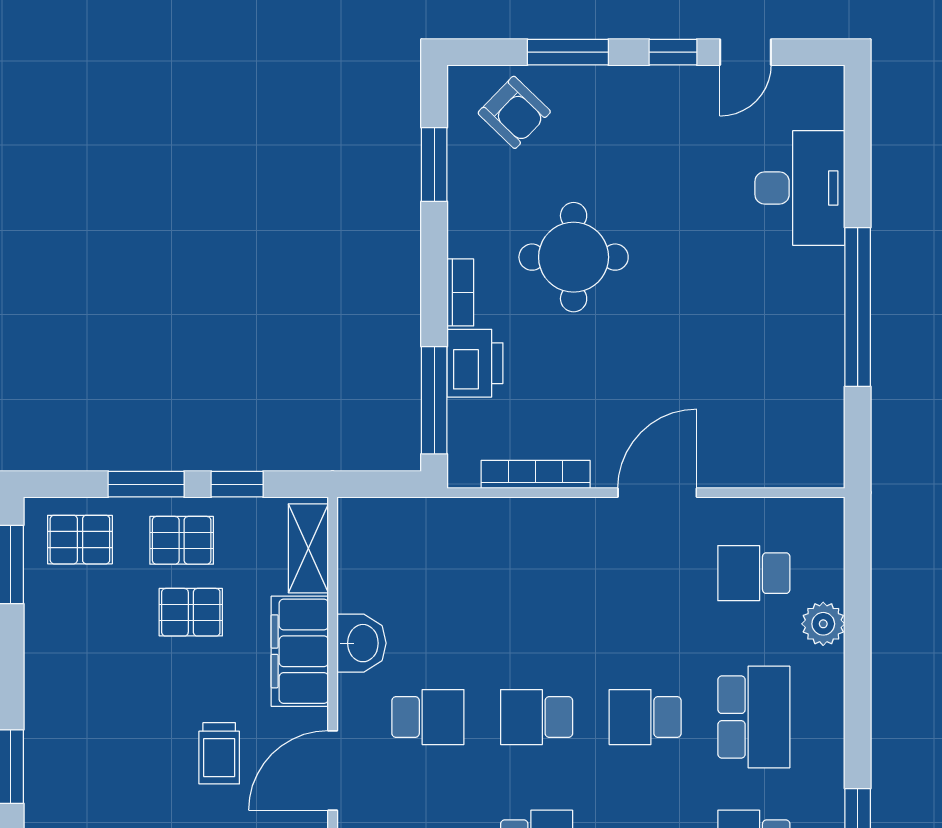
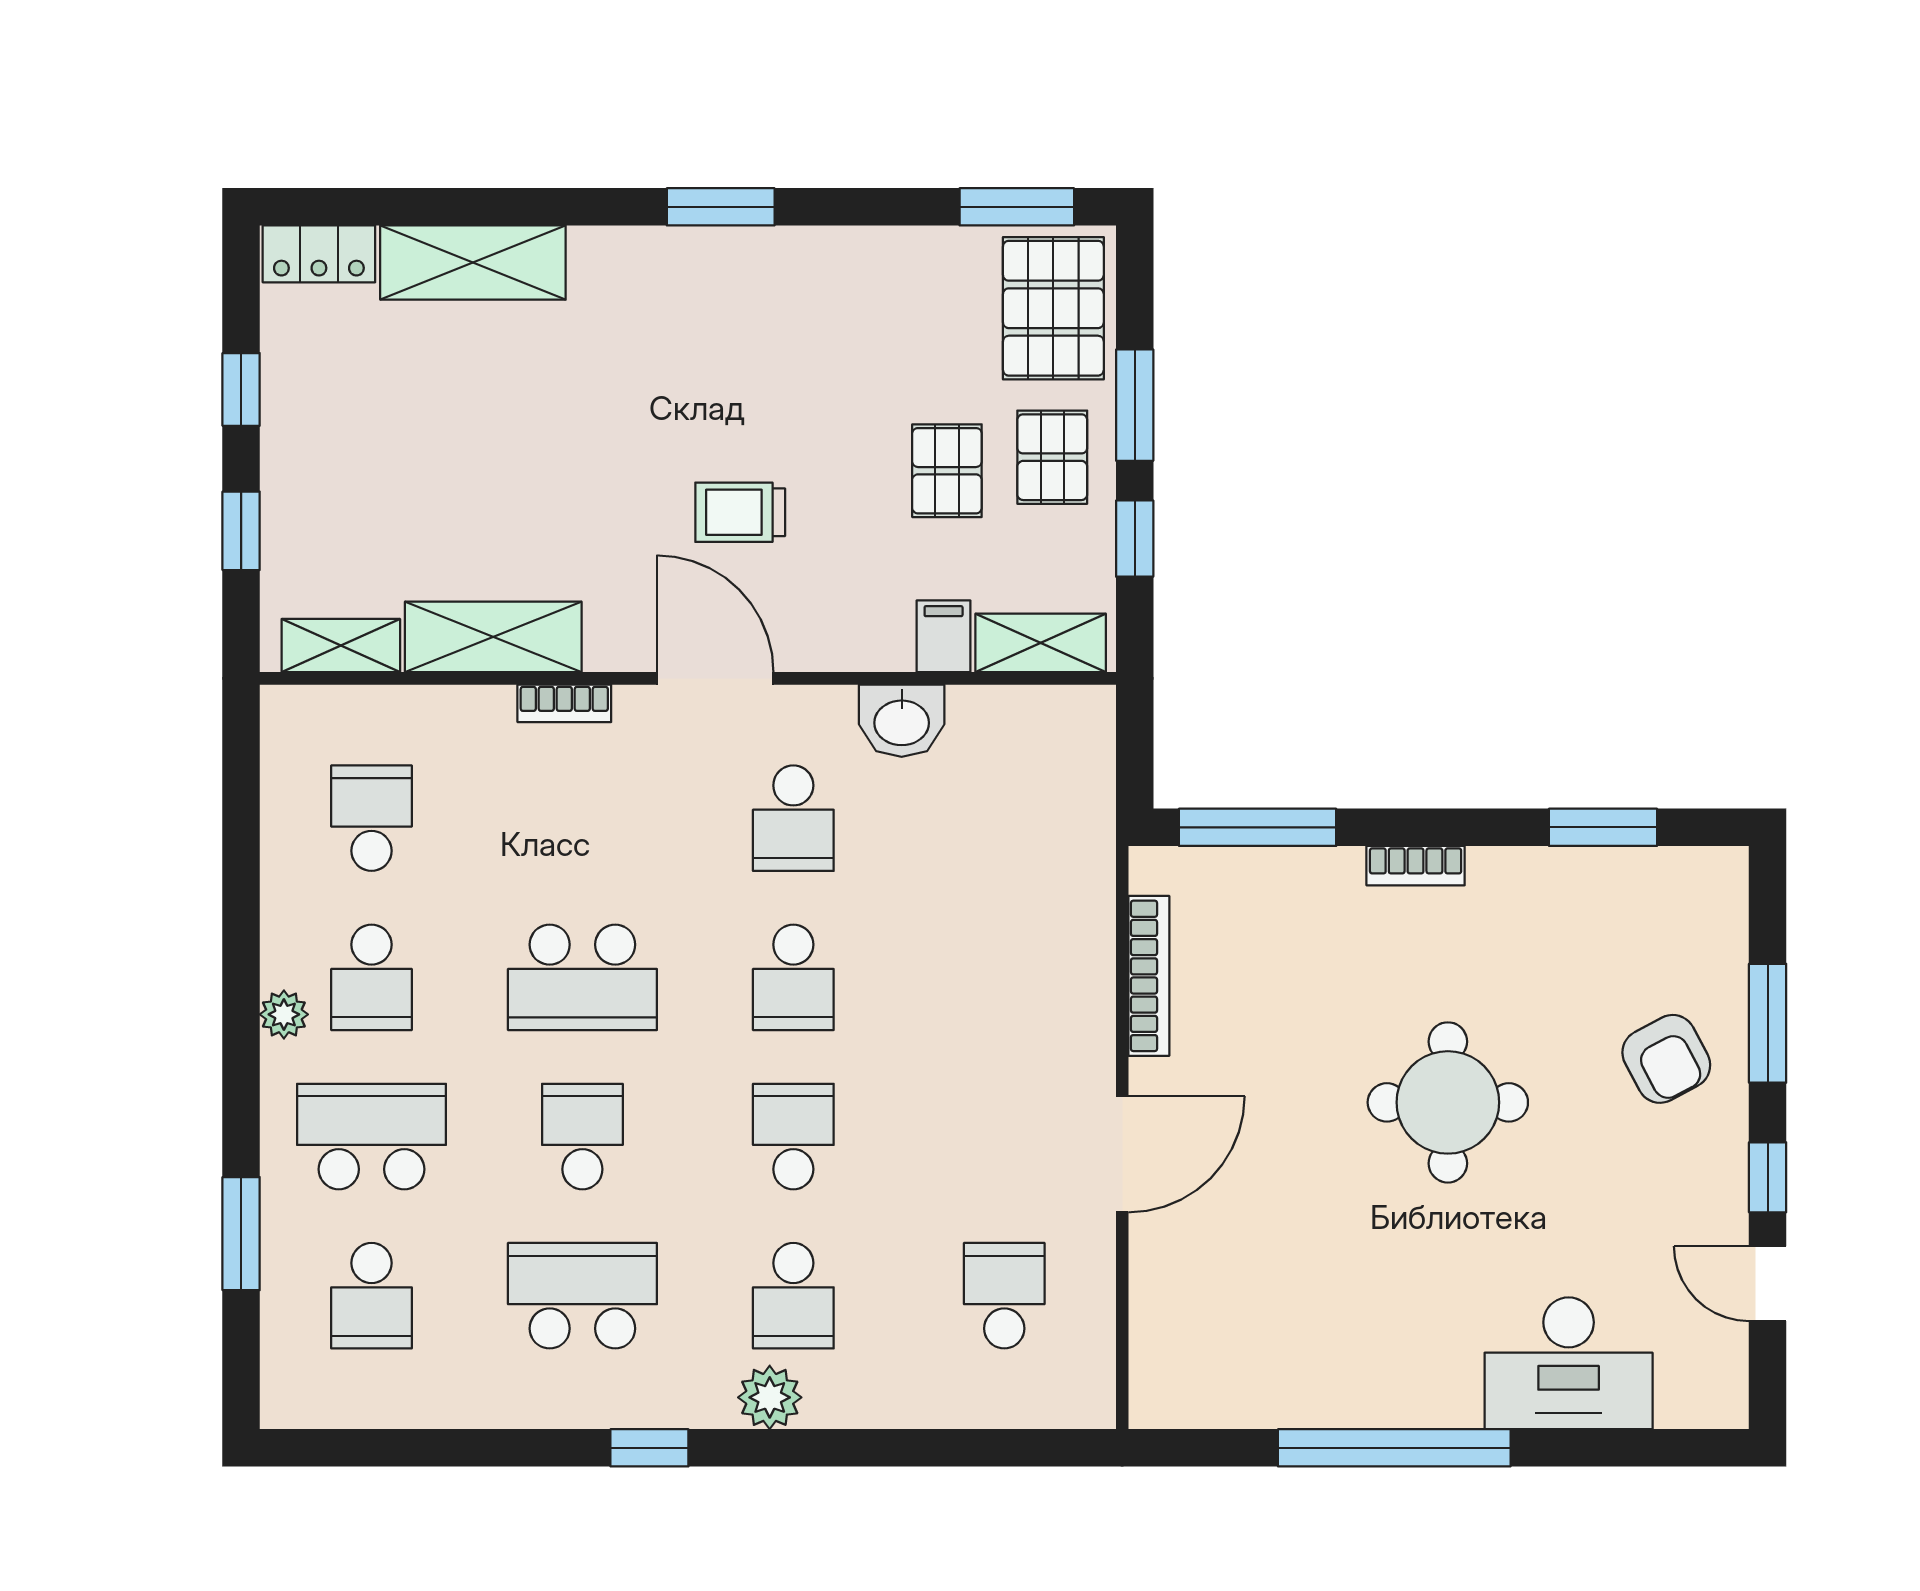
armchair: (514, 112) -> (1666, 1059), moved, turned -72
round table: (574, 257) -> (1448, 1102), moved
printer: (475, 363) -> (1312, 887), removed
door: (657, 493) -> (1122, 1154), hinge flipped
pallet: (80, 540) -> (1053, 308), width x1.50, depth x1.42
plant: (823, 624) -> (770, 1397), moved
filing cabinet: (300, 651) -> (944, 636), width x0.33, depth x0.86
school desk: (537, 717) -> (793, 977), turned 180
school desk: (754, 717) -> (793, 1296), width x0.54

